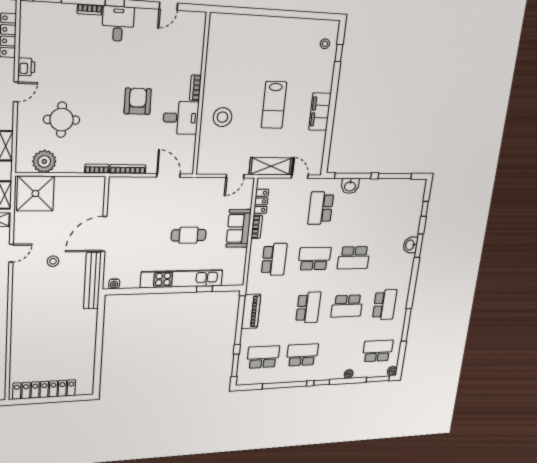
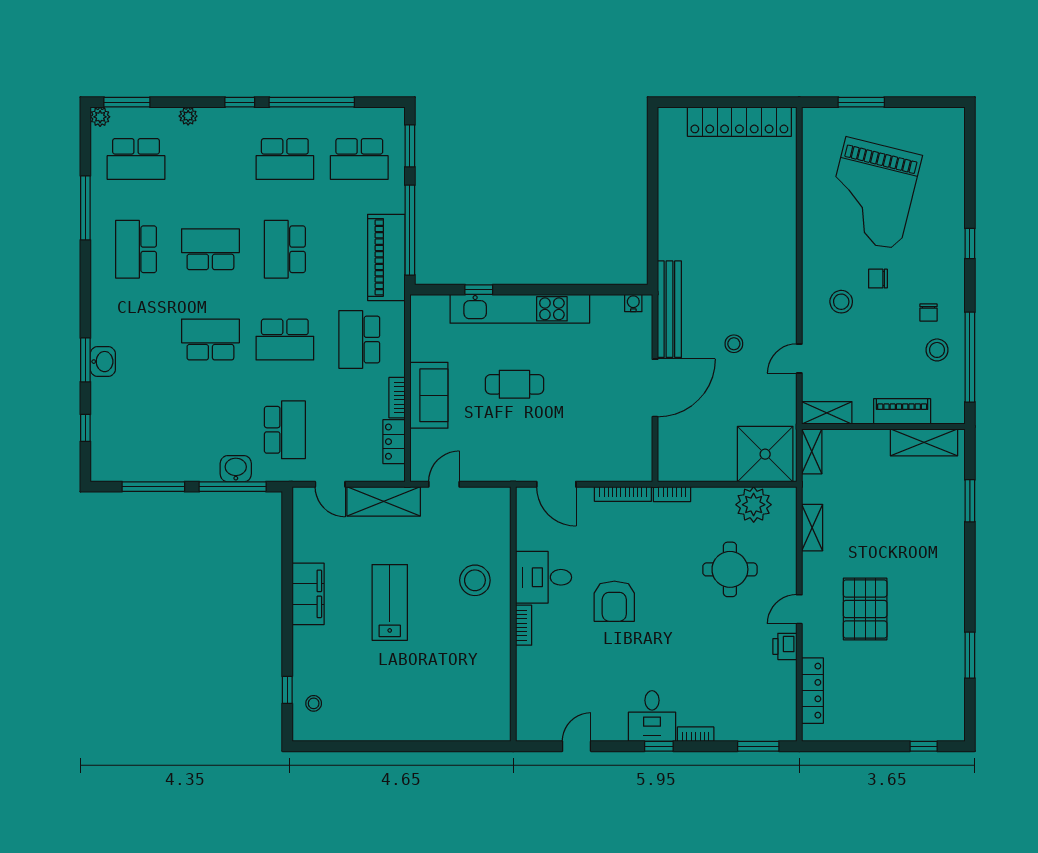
piano: (251, 311) -> (386, 257), width x1.37, depth x1.33

